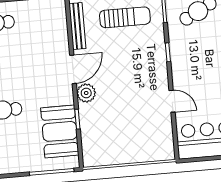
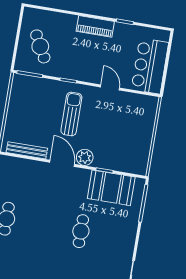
sun lounger: (125, 17) -> (71, 114), moved
door: (172, 101) -> (110, 87), hinge flipped

